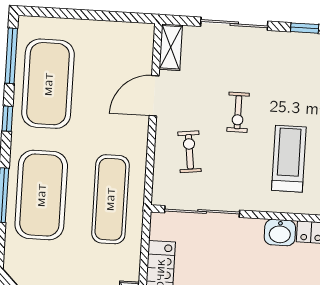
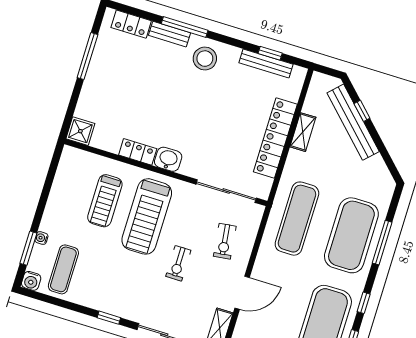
exercise bike: (238, 112) -> (178, 263), turned 180
treadmill: (289, 159) -> (147, 216), width x1.37, depth x1.38

